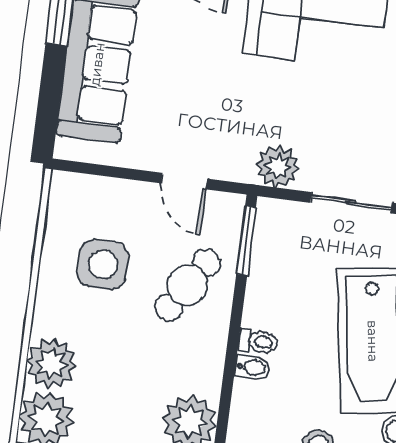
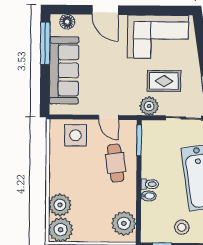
rug: (318, 115) -> (164, 81), added
side table: (103, 265) -> (75, 135), moved
cafe table: (187, 285) -> (116, 163), turned -40

